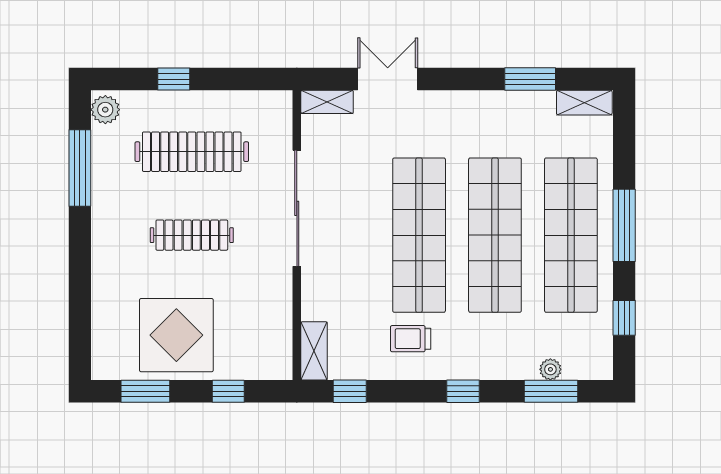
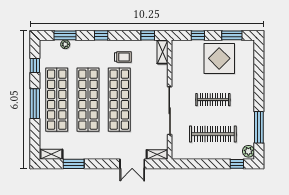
window: (174, 79) -> (237, 164), moved

